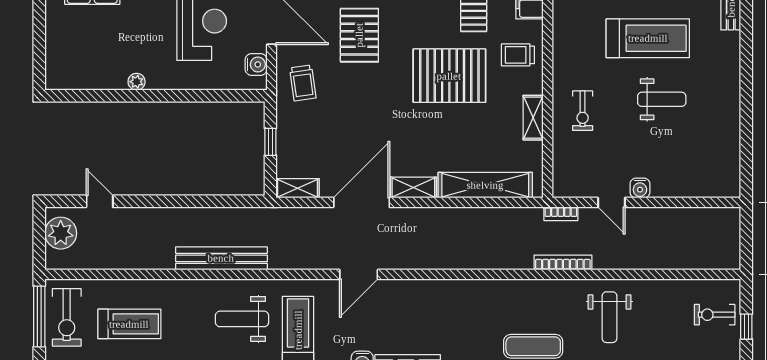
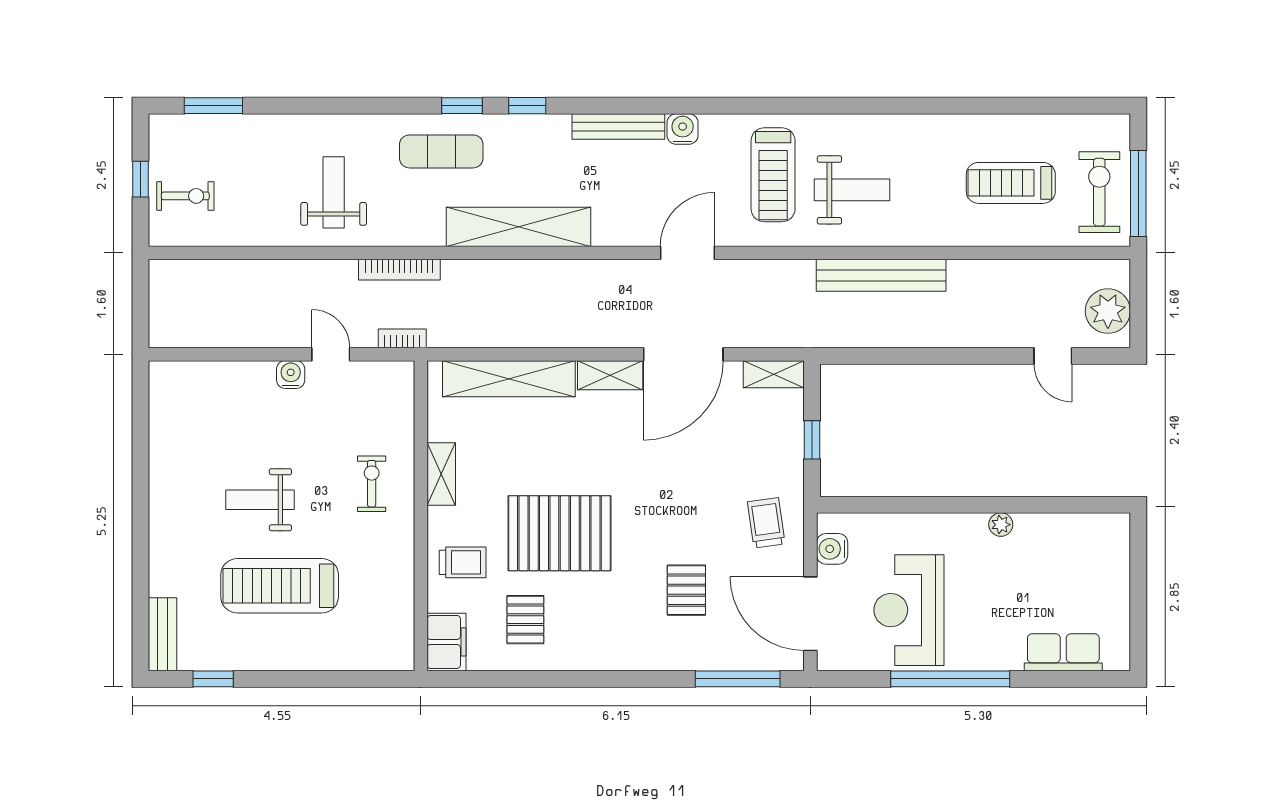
pallet: (359, 35) -> (686, 590), width x0.67, depth x0.71
shelving: (478, 293) -> (518, 227), added

